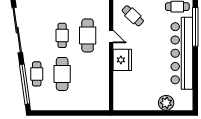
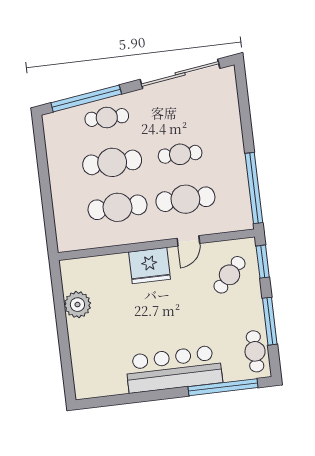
bar counter: (182, 53) -> (174, 369), width x0.73
cafe table: (88, 74) -> (117, 207), added
plant: (166, 103) -> (77, 305), moved

